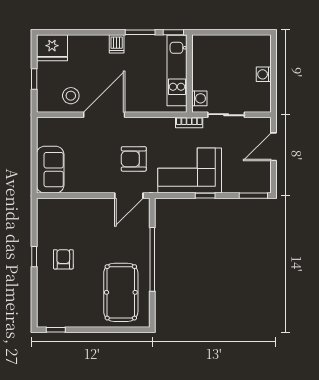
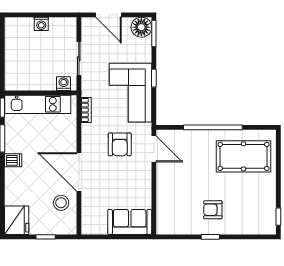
bookcase: (189, 123) -> (86, 110), moved
floor lamp: (260, 182) -> (141, 27), added

